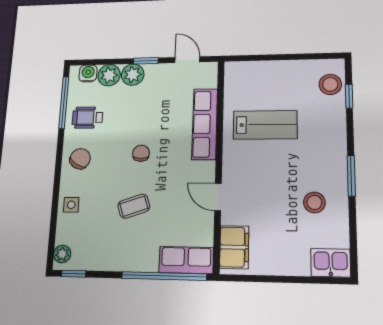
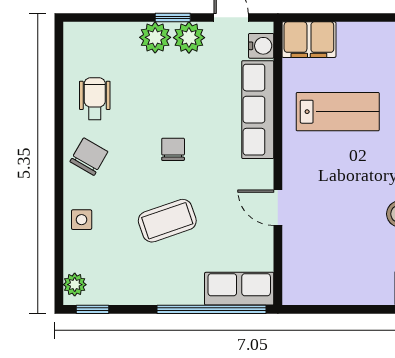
water cooler: (88, 73) -> (261, 46), moved, turned 90
plant: (109, 75) -> (189, 38), moved
window: (64, 103) -> (59, 76), removed
wheelchair: (87, 118) -> (95, 99), turned 90
coffee table: (134, 206) -> (167, 221), width x1.36, depth x1.30
filing cabinet: (234, 247) -> (309, 40), moved, turned 90

